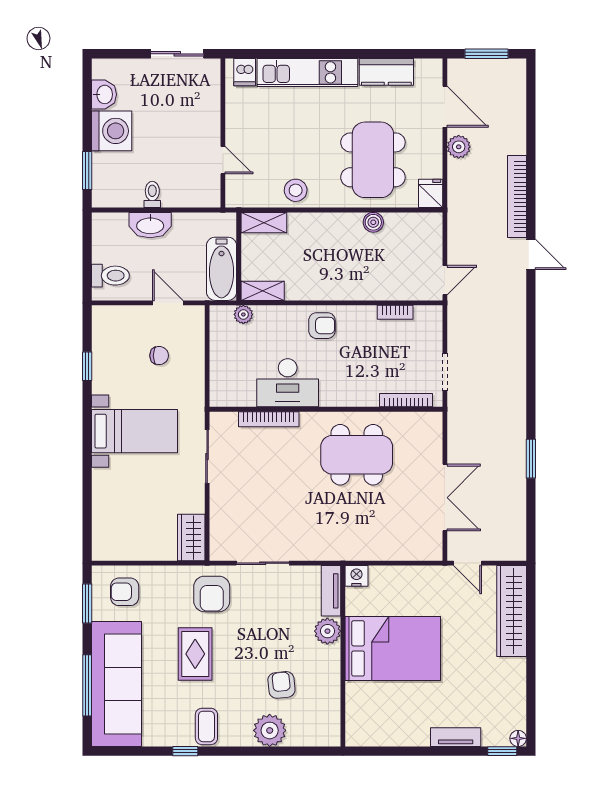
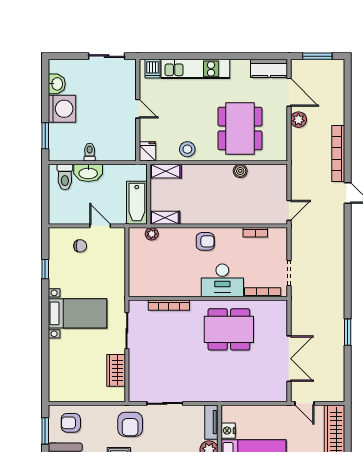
kitchen counter: (386, 72) -> (269, 68), moved
door: (223, 160) -> (138, 109), moved
fridge: (431, 193) -> (147, 151), moved
toilet: (110, 276) -> (65, 177), moved, turned 90
chair: (159, 356) -> (80, 246), moved
desk: (288, 383) -> (222, 280), moved
wardrobe: (191, 538) -> (116, 370), moved
nightstand: (356, 576) -> (228, 431), moved, turned -90

